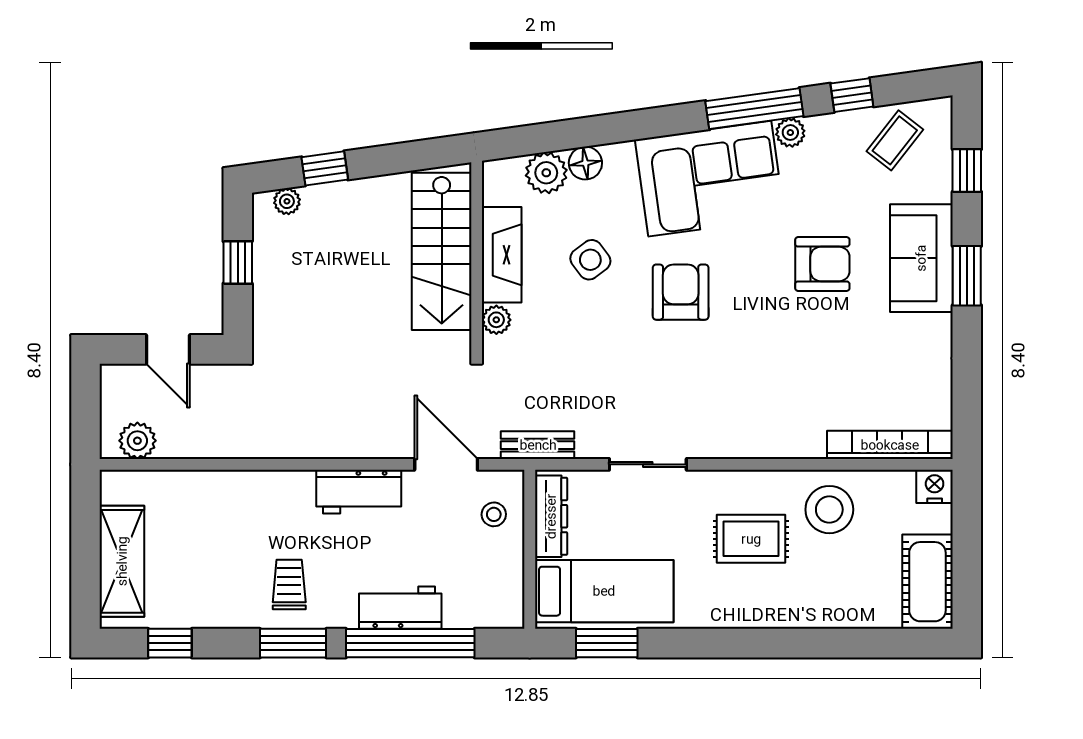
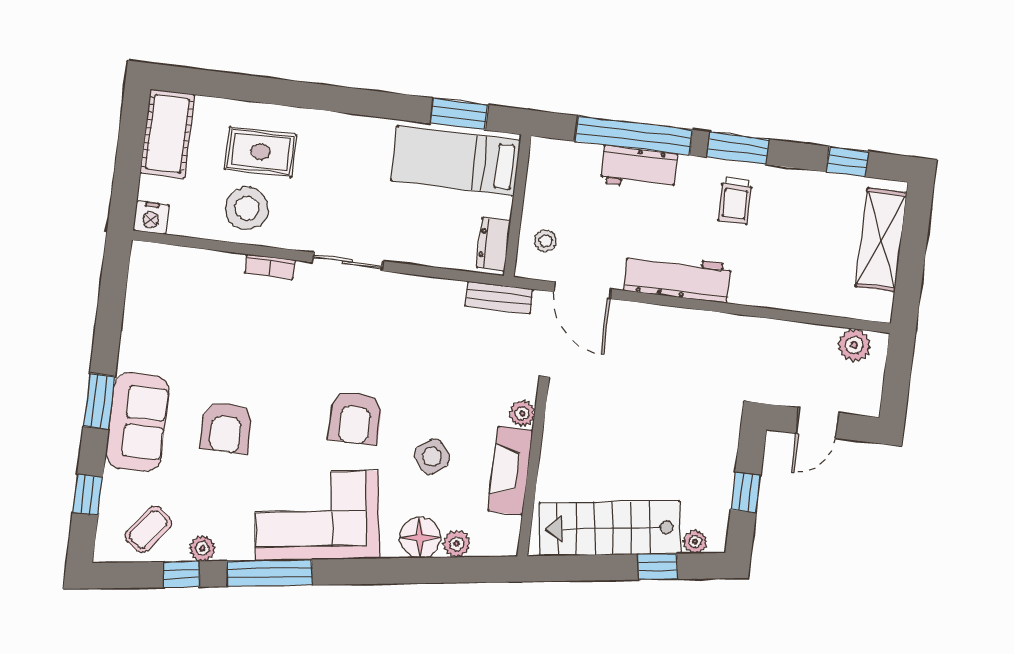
plant: (790, 133) -> (202, 548), moved
floor lamp: (585, 163) -> (420, 538), width x1.38, depth x1.38
plant: (546, 173) -> (457, 544), width x0.73, depth x0.73
stairs: (442, 251) -> (610, 528), moved, turned -98
armchair: (822, 264) -> (226, 427), turned -90
door: (168, 349) -> (817, 423), swing flipped
bookcase: (890, 445) -> (270, 267), moved, width x0.43, depth x0.76
sliding door: (648, 464) -> (348, 262), moved
workbench: (359, 492) -> (677, 277), width x1.38
dresser: (551, 516) -> (494, 244), width x0.70
rug: (751, 539) -> (260, 152), moved

